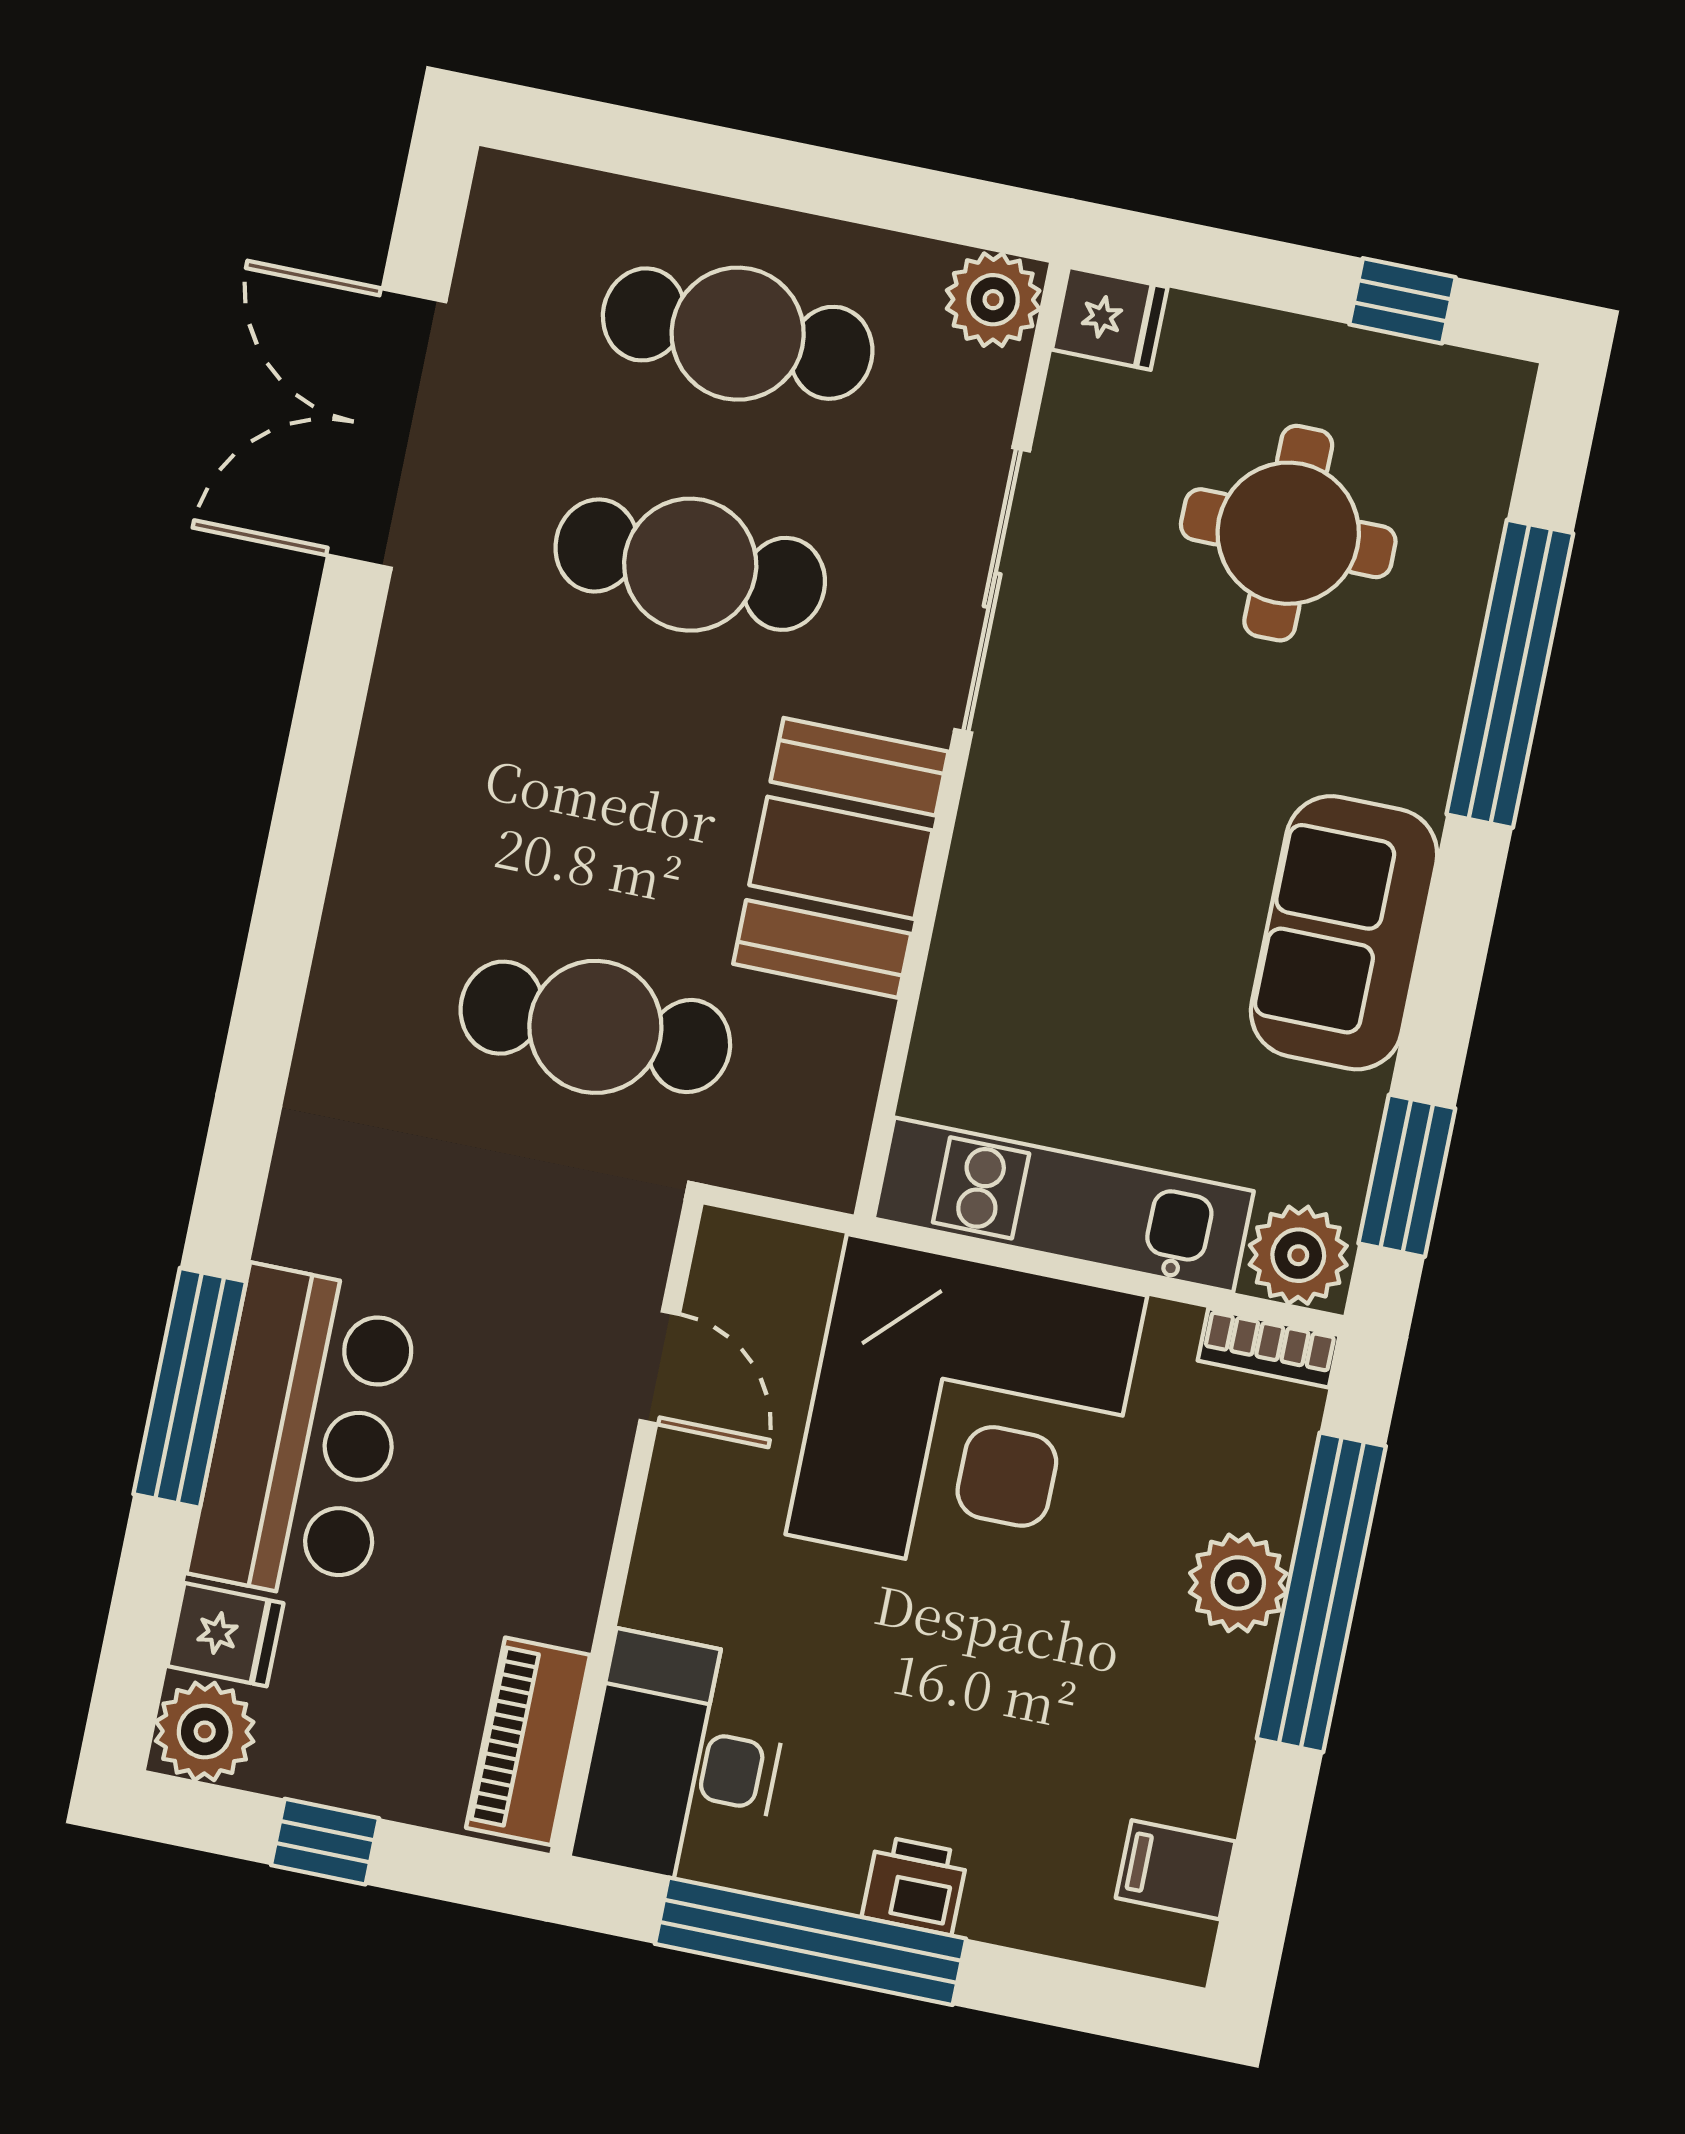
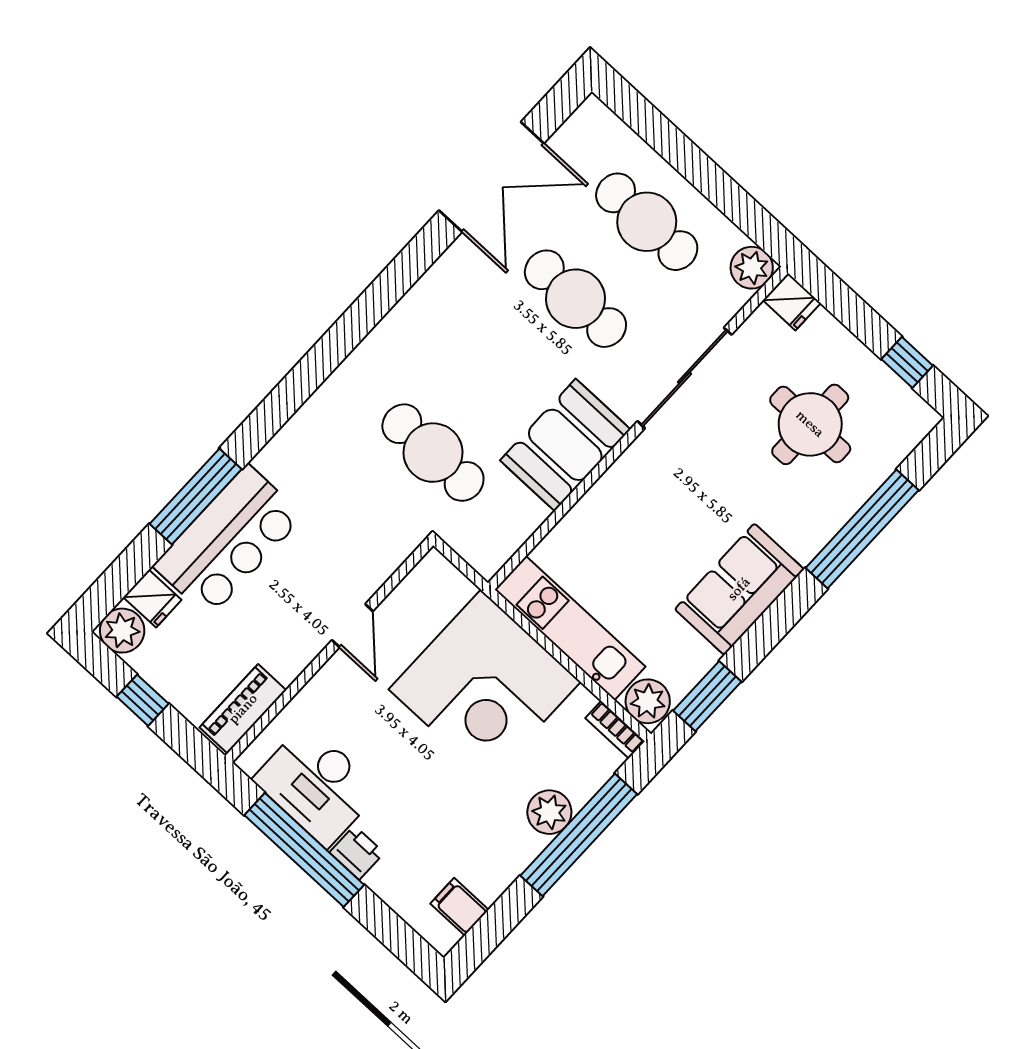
double door: (387, 428) -> (491, 177), swing flipped
door: (660, 1368) -> (352, 626), moved
desk: (683, 1761) -> (316, 785), moved, turned -90

